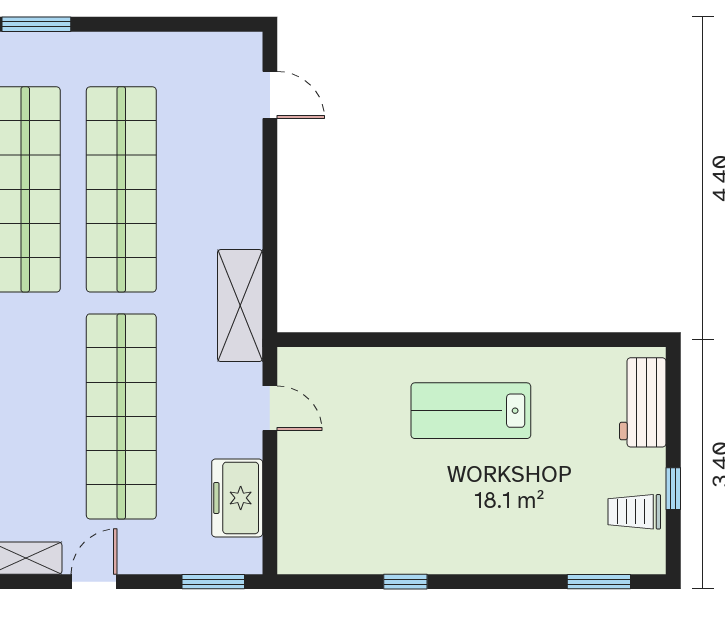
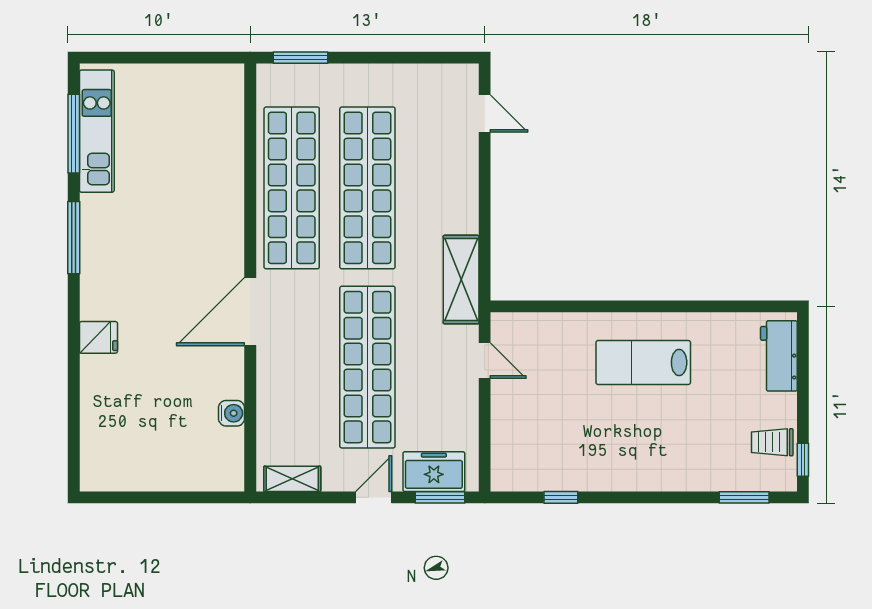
window: (673, 489) -> (803, 460), moved
freezer: (237, 498) -> (434, 472), moved, turned 90
door: (94, 582) -> (374, 497), moved
window: (405, 582) -> (561, 497), moved

